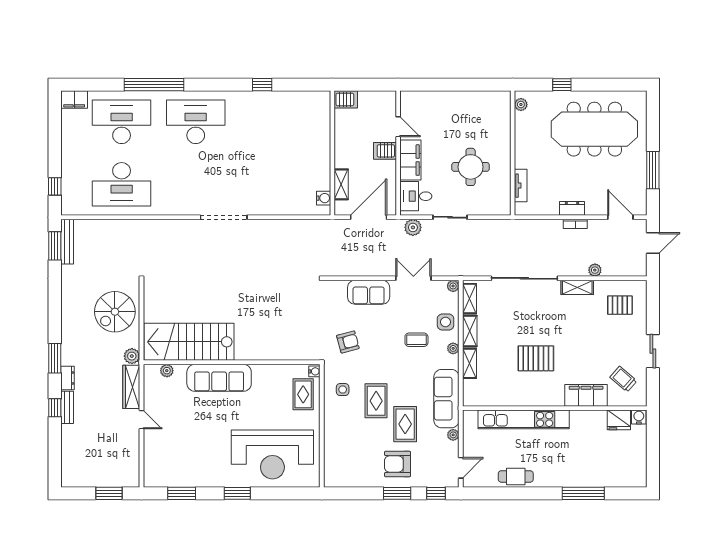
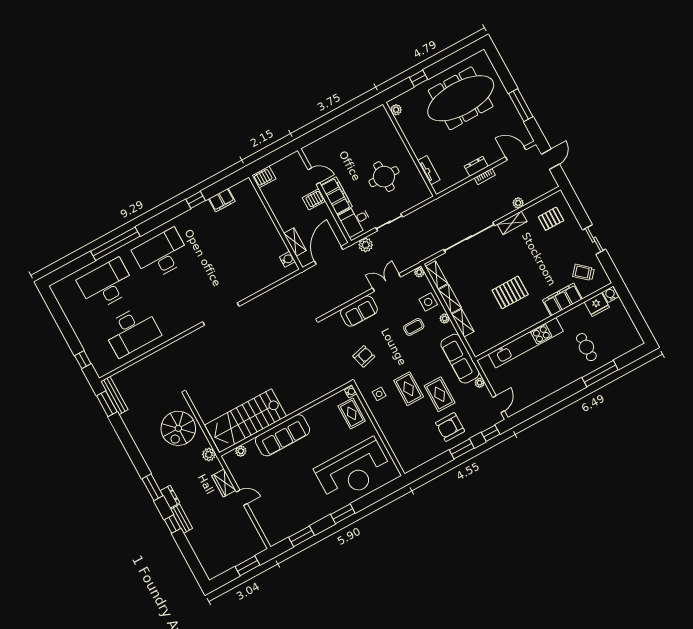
filing cabinet: (74, 100) -> (222, 200), moved
wardrobe: (131, 387) -> (224, 483), width x0.67
cafe table: (516, 476) -> (586, 347), moved, turned 90

